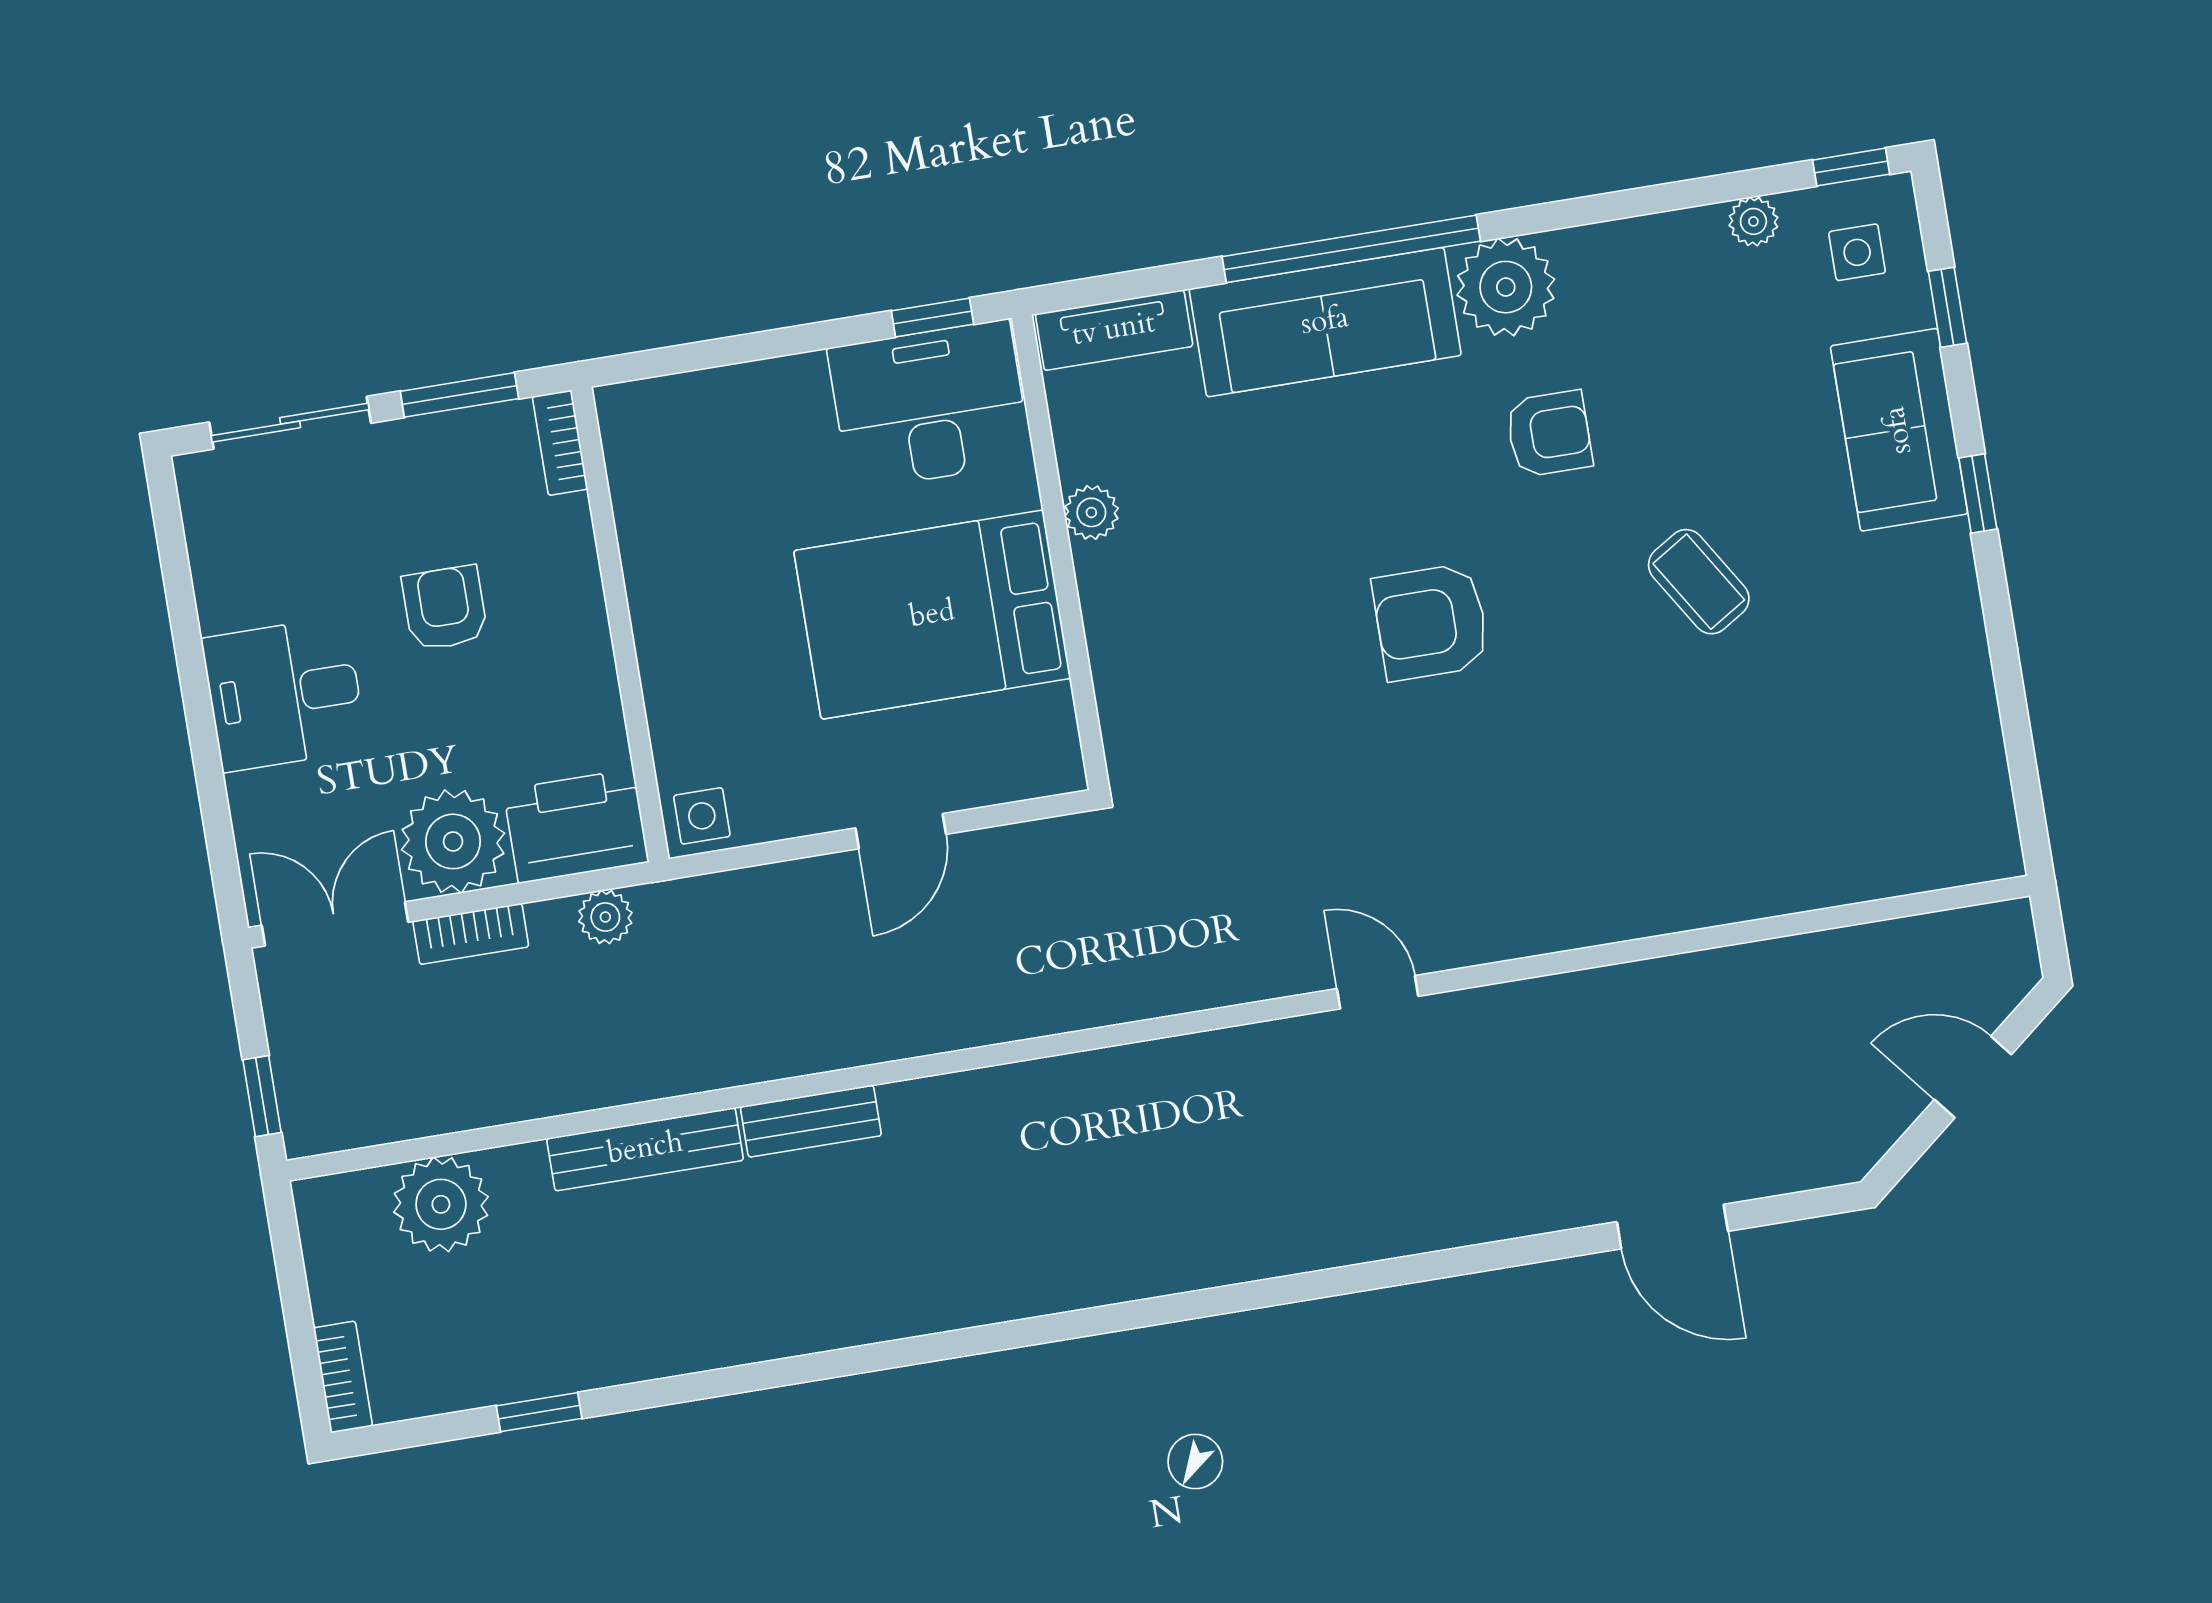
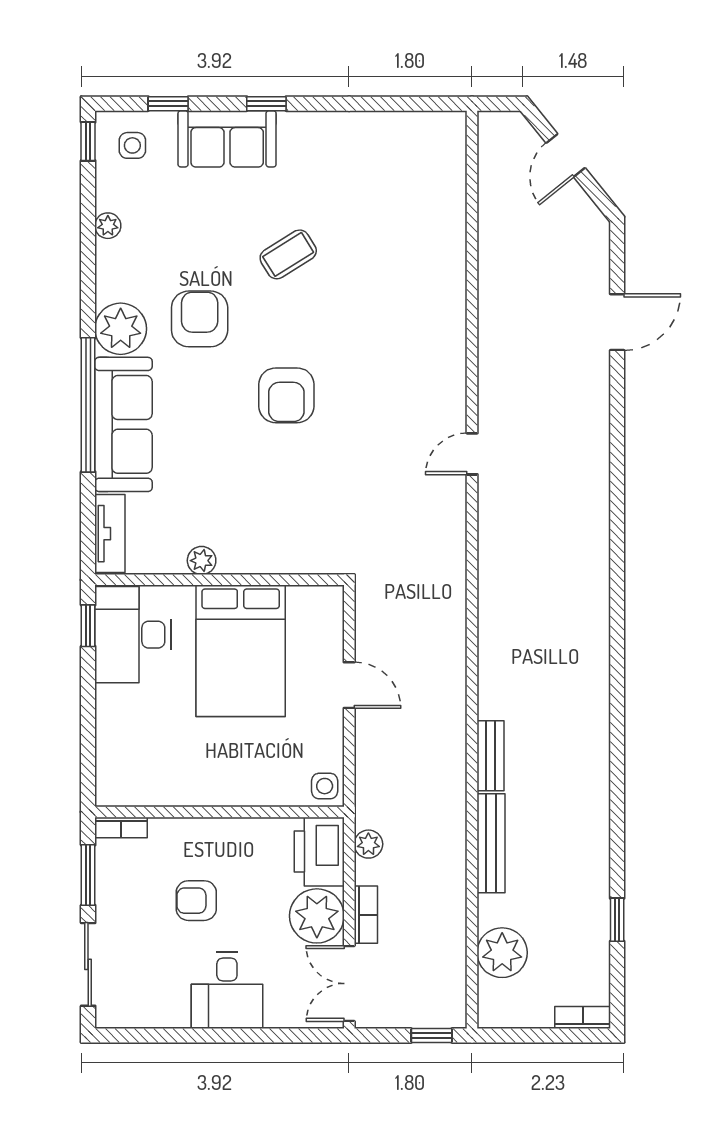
plant: (1753, 221) -> (108, 226), moved
armchair: (1549, 434) -> (200, 319), width x1.38, depth x1.38

